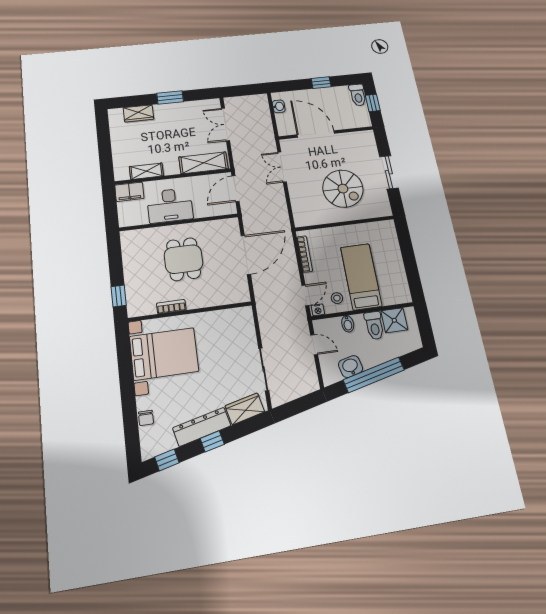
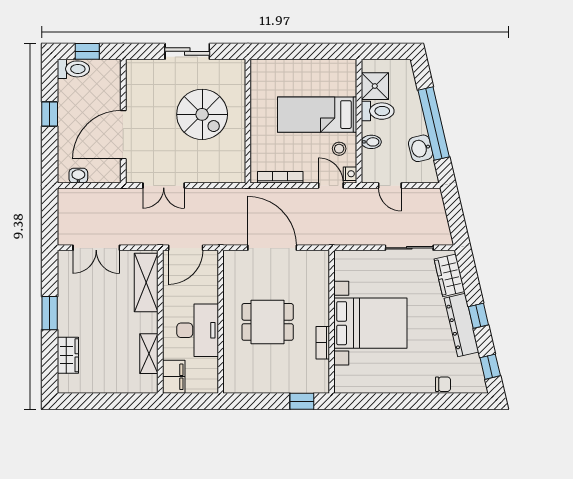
door: (235, 189) -> (186, 248), hinge flipped
spiral stairs: (343, 189) -> (202, 114), turned 90
door: (314, 345) -> (390, 185), swing flipped
bed with nightstands: (164, 354) -> (370, 323), moved, turned 90

